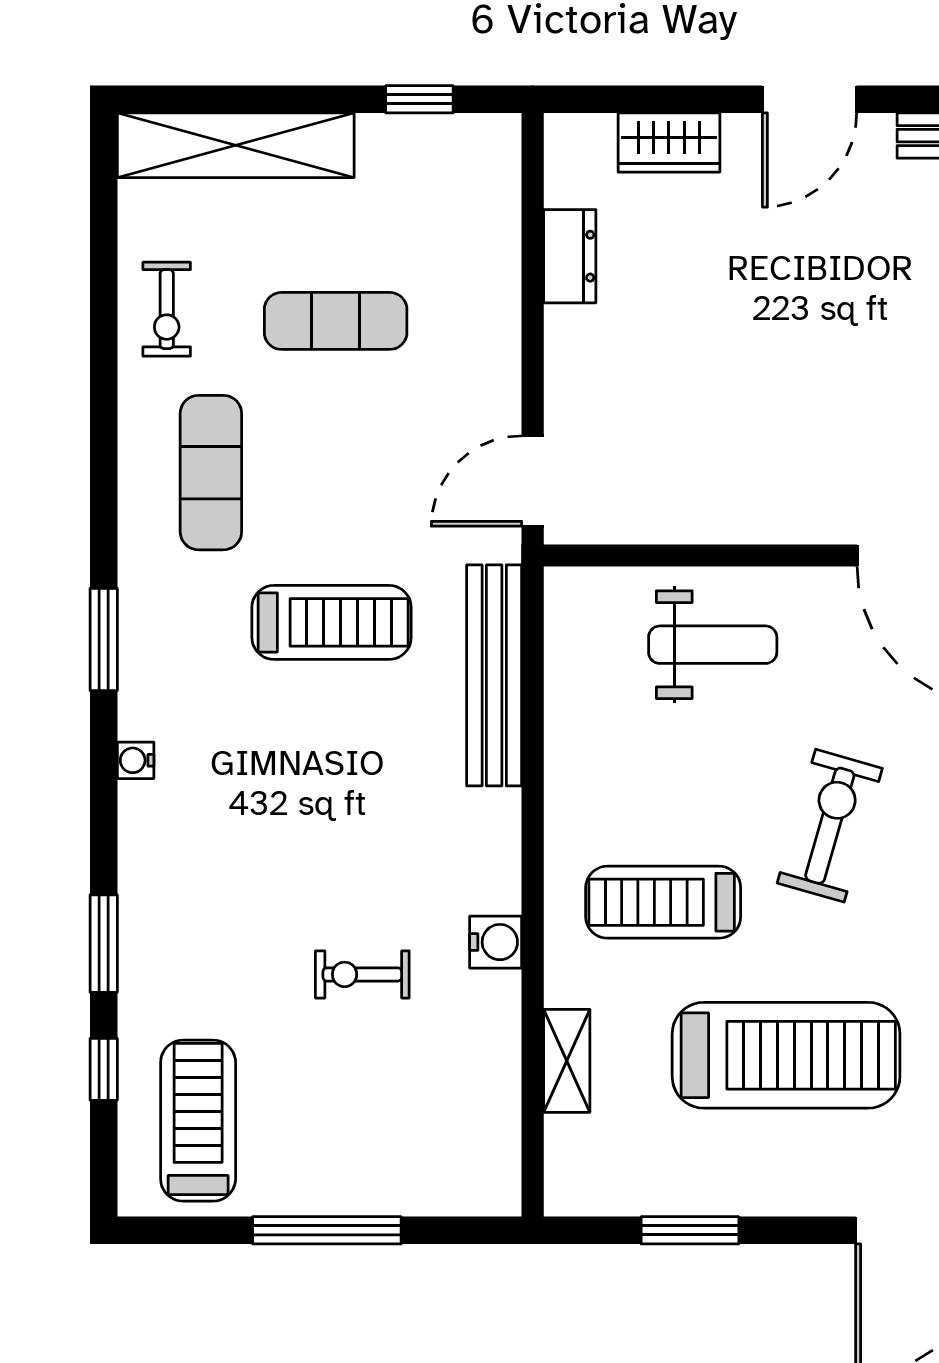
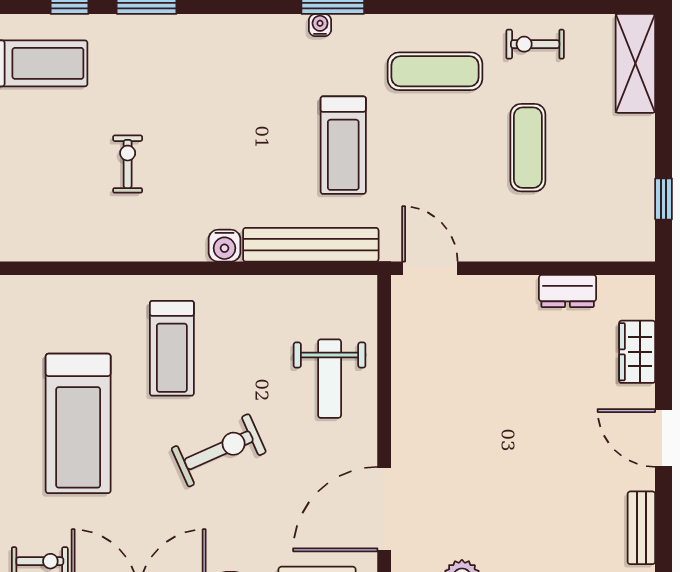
shelving: (236, 145) -> (635, 63), width x0.68
water cooler: (136, 760) -> (320, 25), moved
exercise bike: (830, 826) -> (219, 450), turned -40
treadmill: (663, 902) -> (172, 348), turned 180
water cooler: (496, 942) -> (224, 246), moved
shelving: (567, 1061) -> (75, 289), removed

